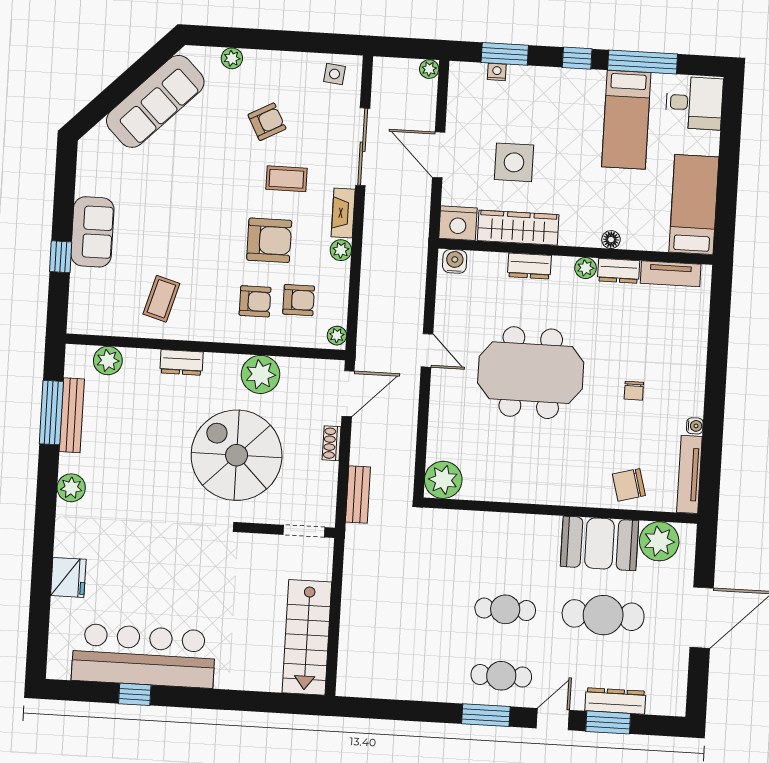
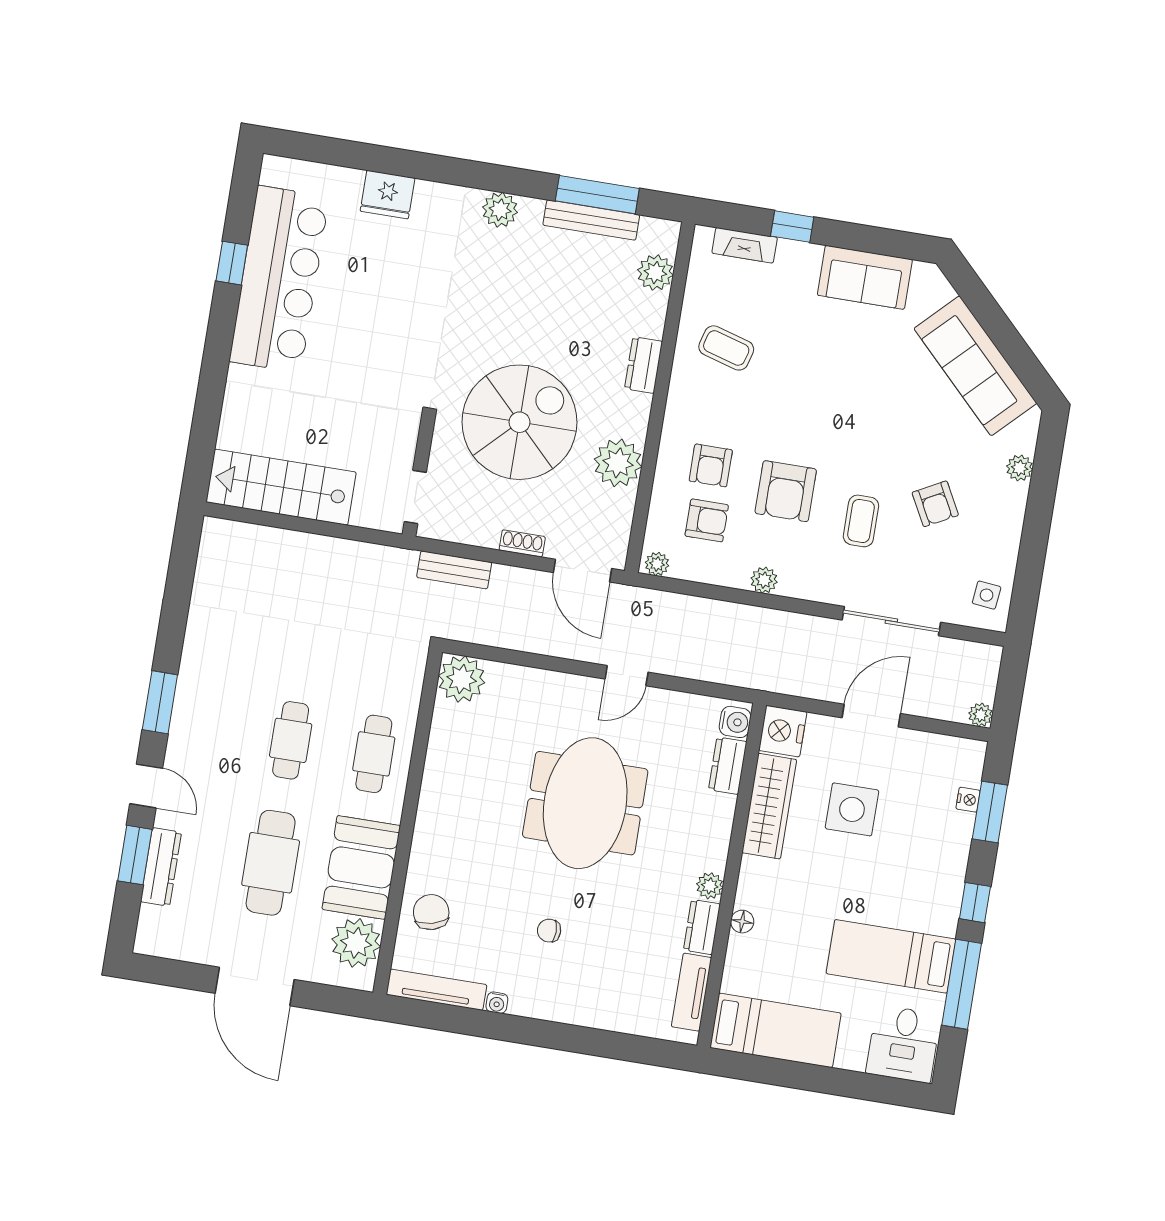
fireplace: (343, 213) -> (745, 245), moved, turned 180
sofa: (92, 232) -> (865, 277), moved
dresser: (529, 266) -> (728, 766), moved
armchair: (299, 300) -> (707, 520), turned -90
cafe table: (501, 676) -> (374, 754), moved

